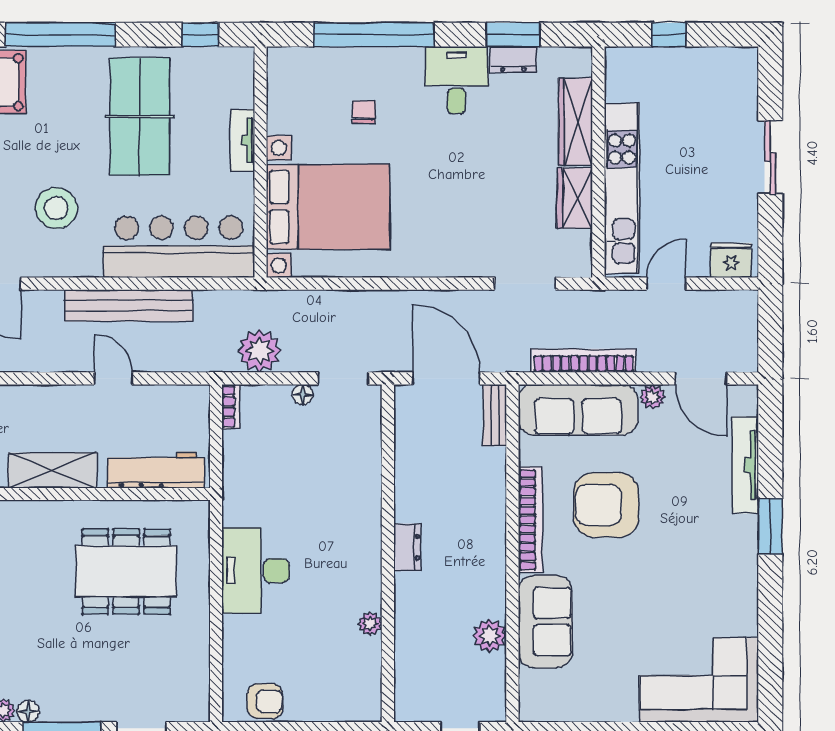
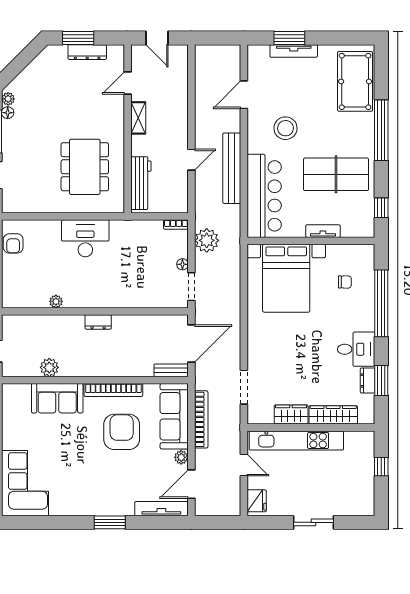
chair: (364, 112) -> (345, 282), moved
tv unit: (745, 465) -> (161, 509), moved
shelving: (52, 470) -> (138, 118), width x0.67, depth x0.75

